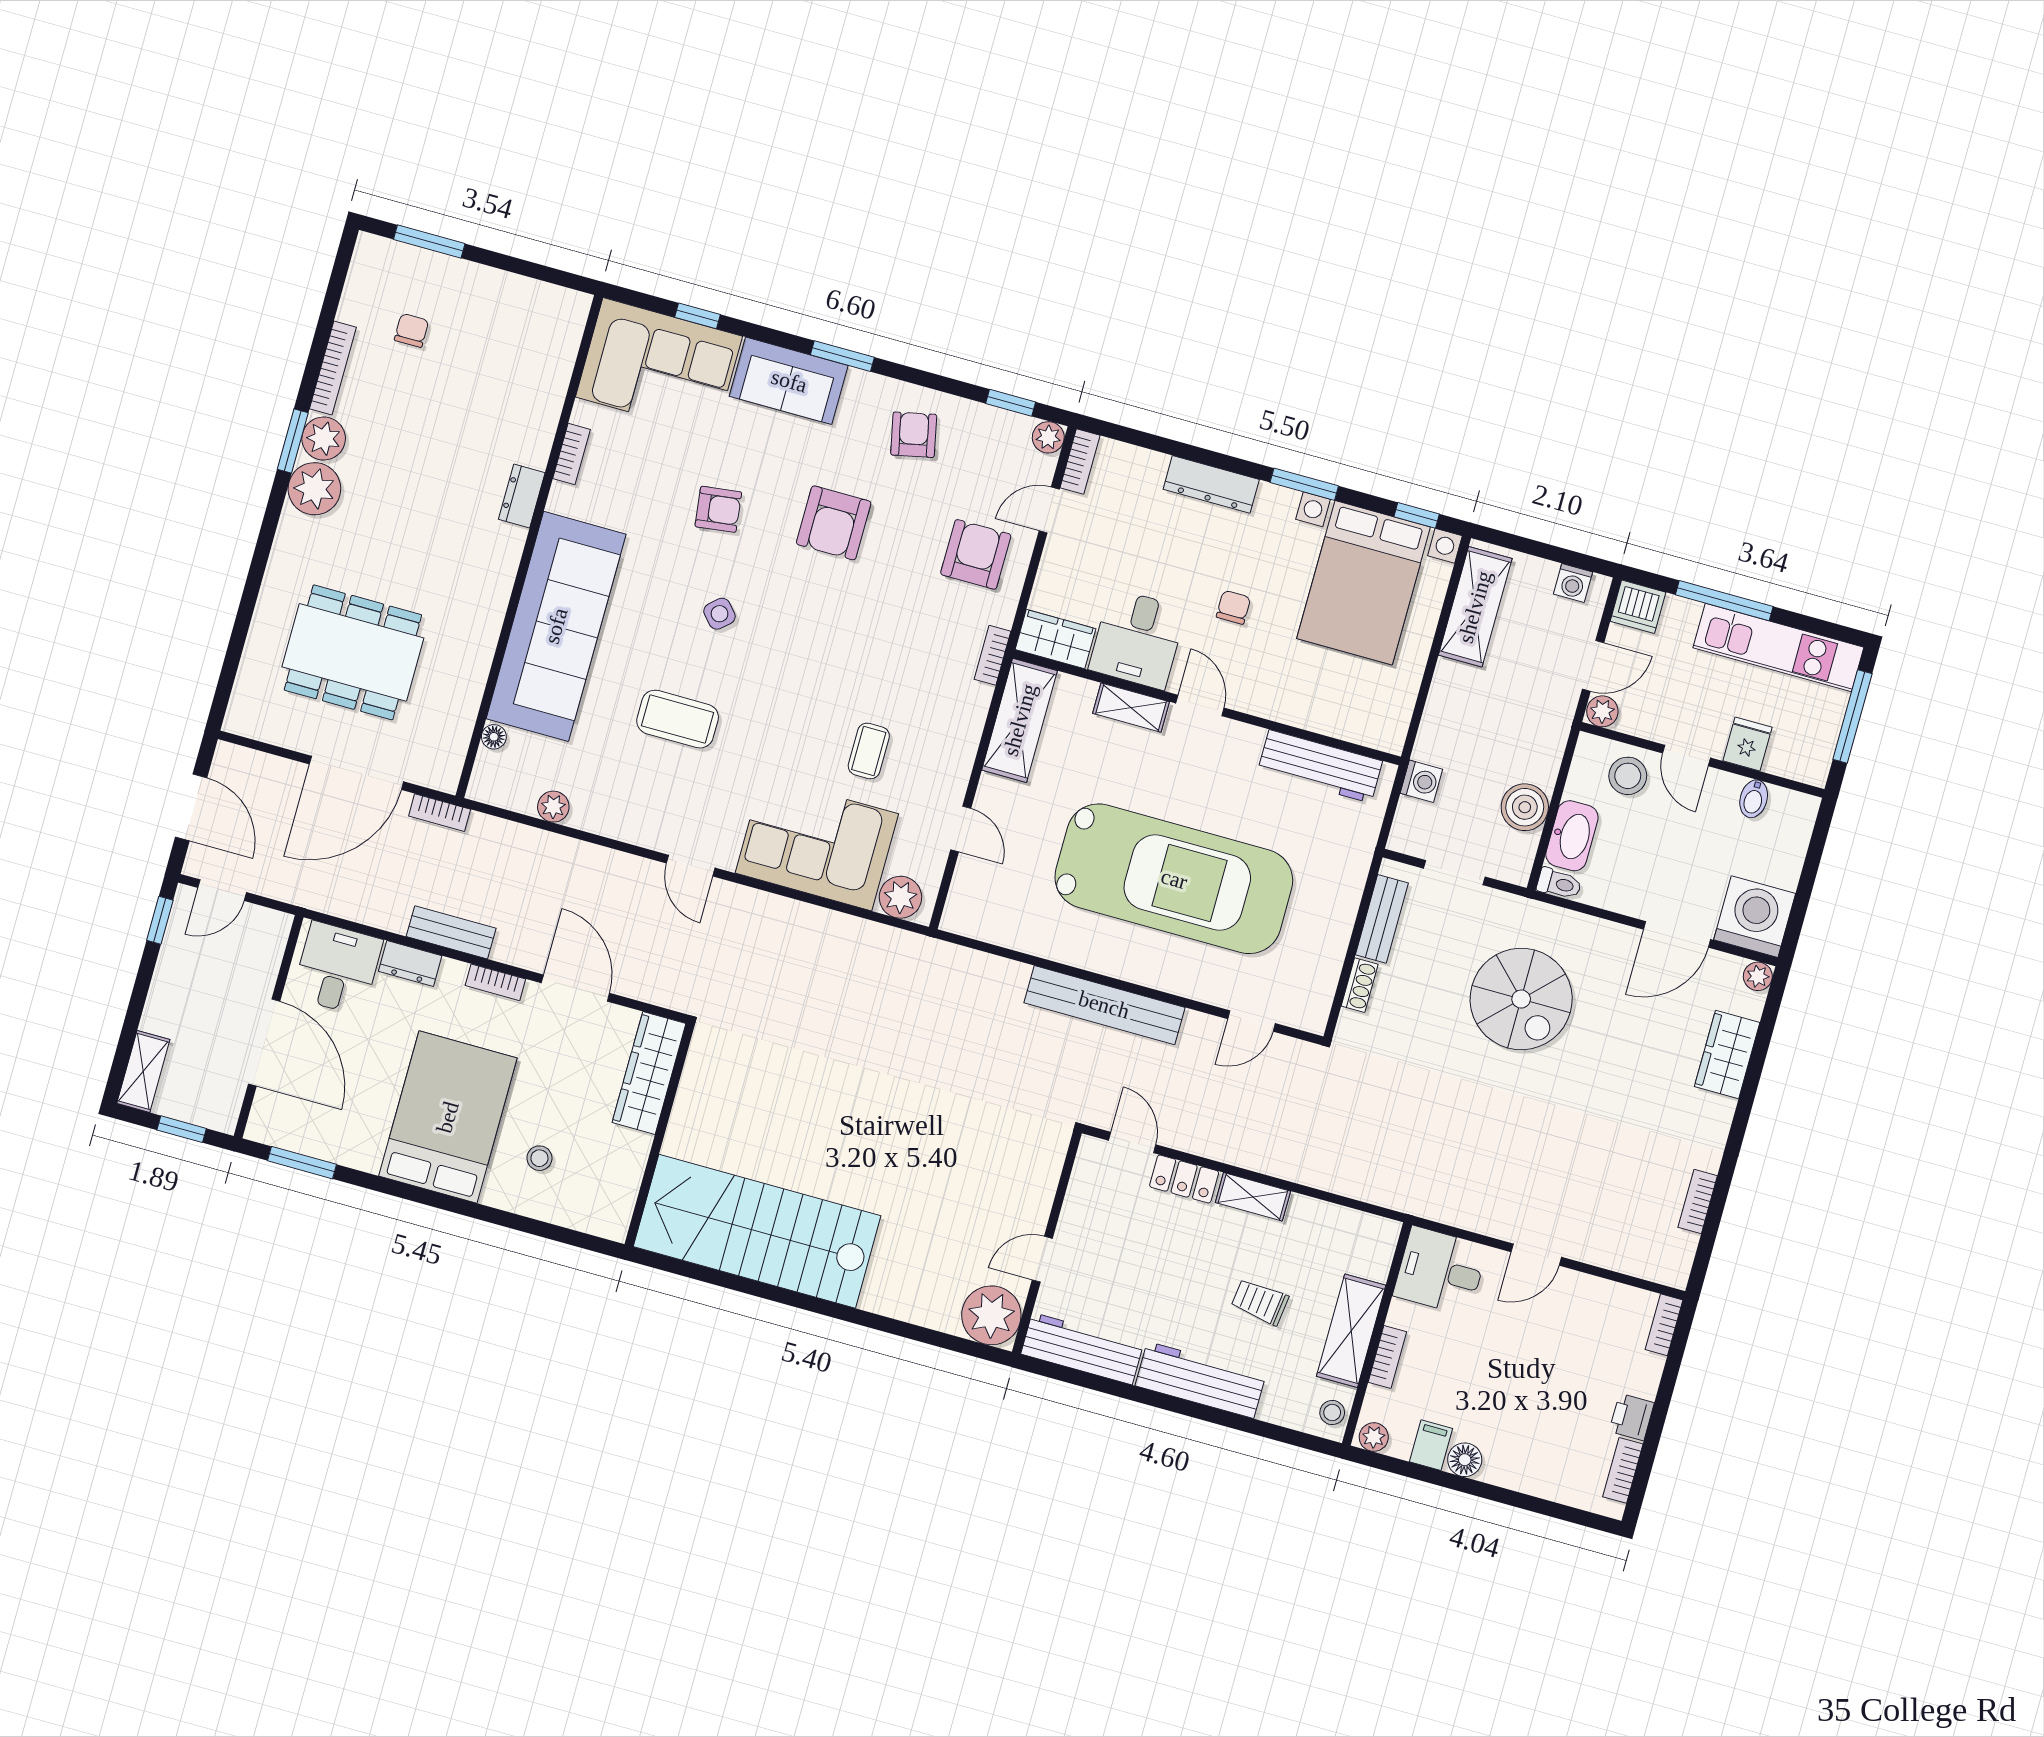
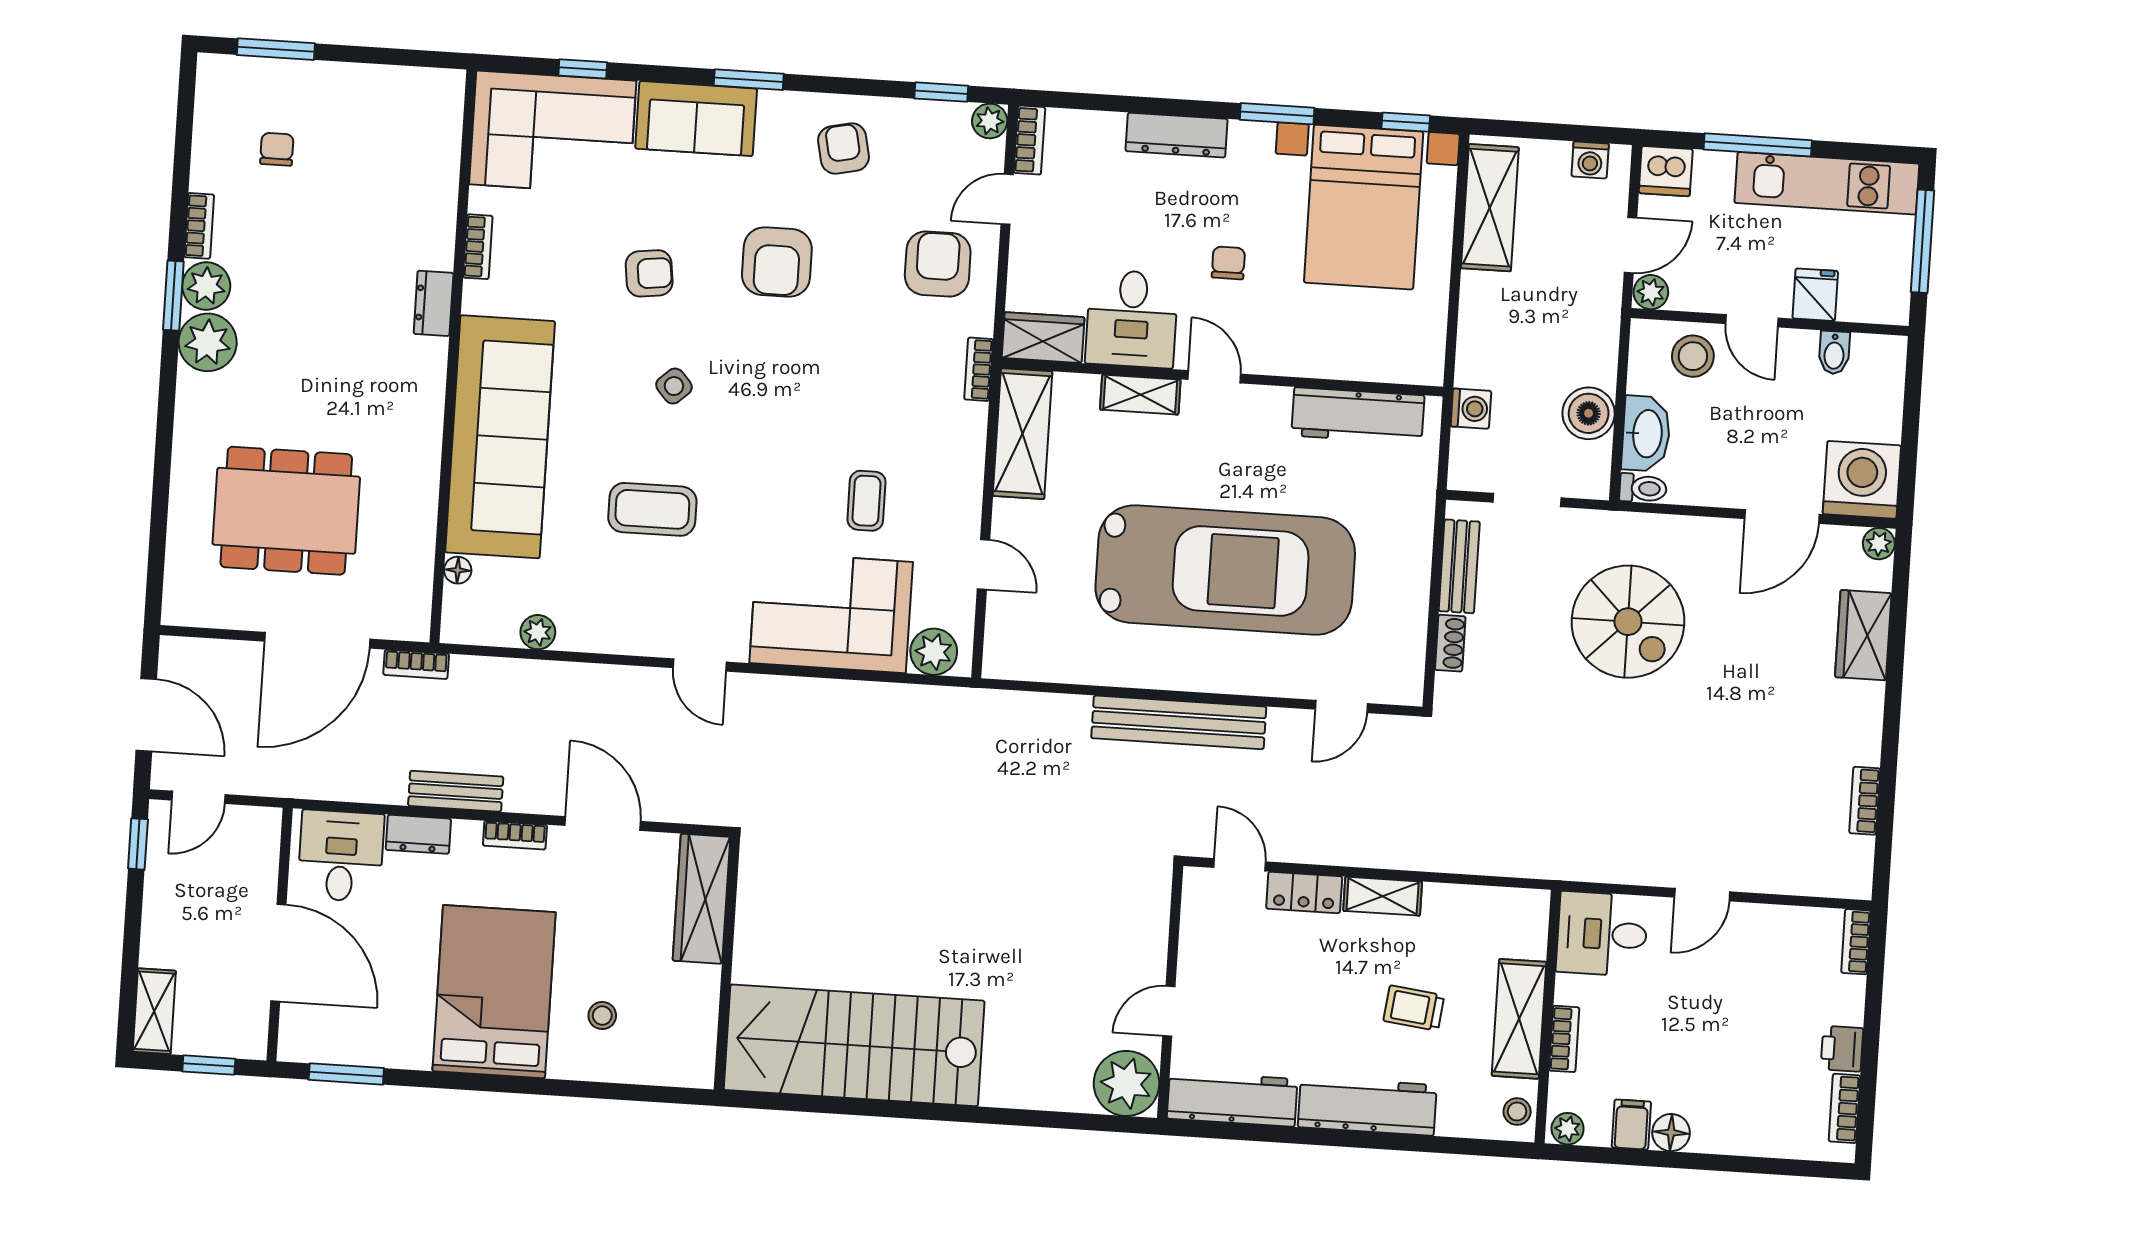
bookcase: (333, 368) -> (199, 226), width x0.64

